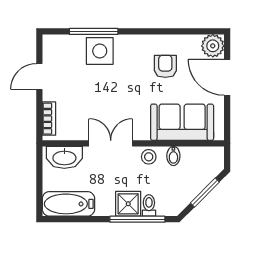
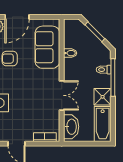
double door: (111, 143) -> (62, 95), swing flipped
stool: (149, 157) -> (71, 70), removed
shower: (128, 204) -> (103, 97), moved

